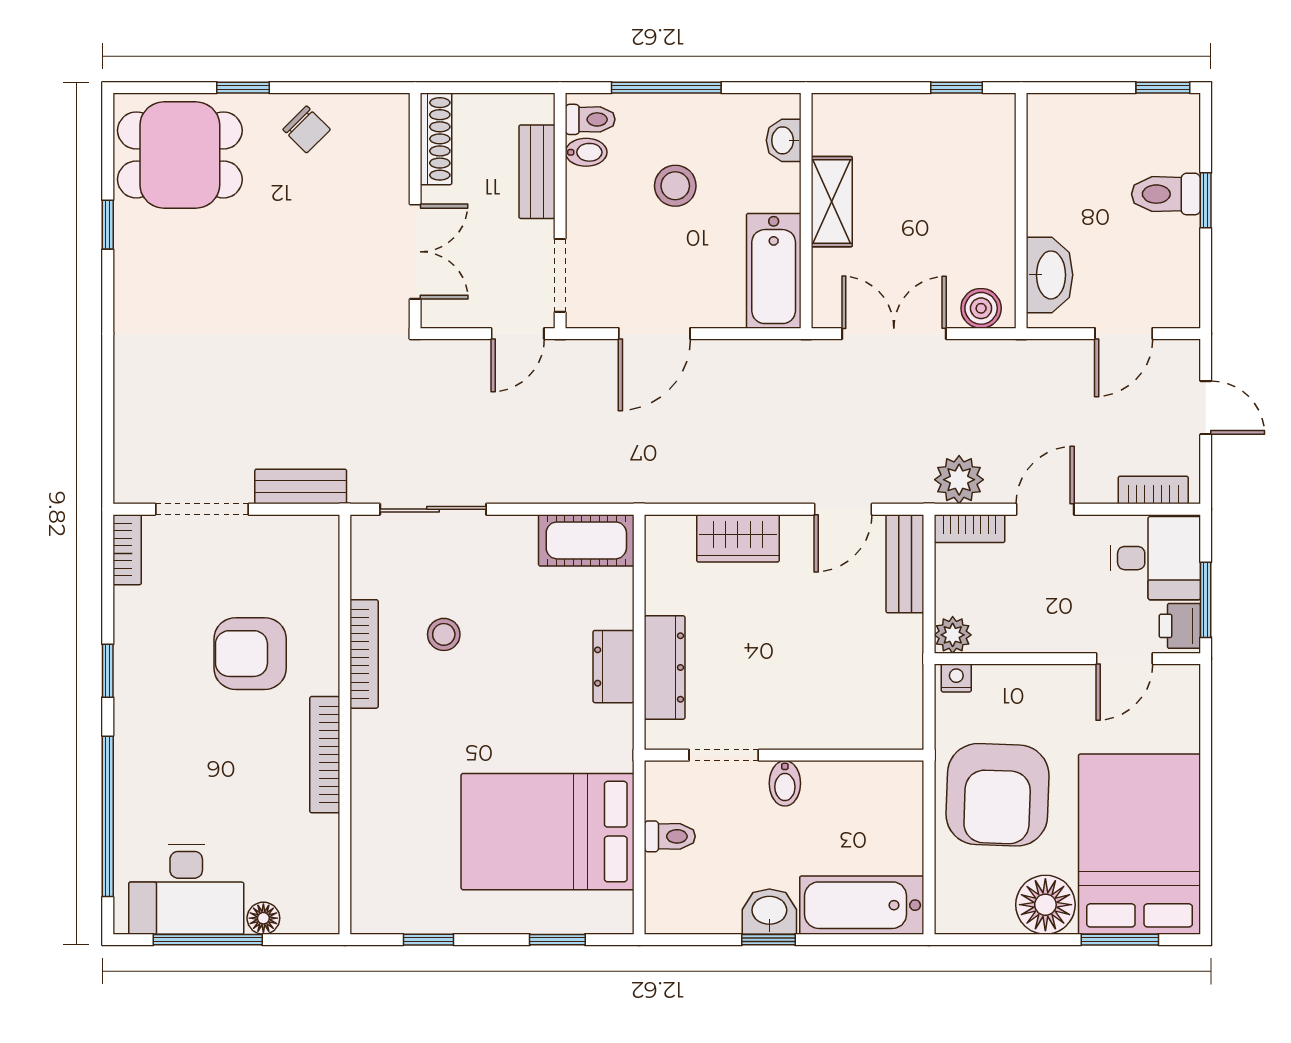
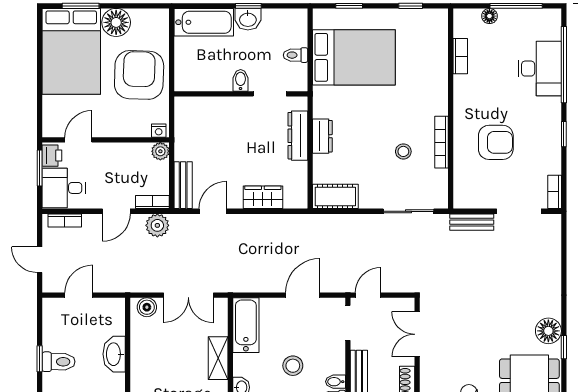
floor lamp: (140, 259) -> (548, 331), added
washbasin: (1050, 275) -> (114, 354), moved
bookcase: (325, 755) -> (460, 56), moved, width x0.64
desk: (186, 889) -> (540, 69), moved, turned 90

